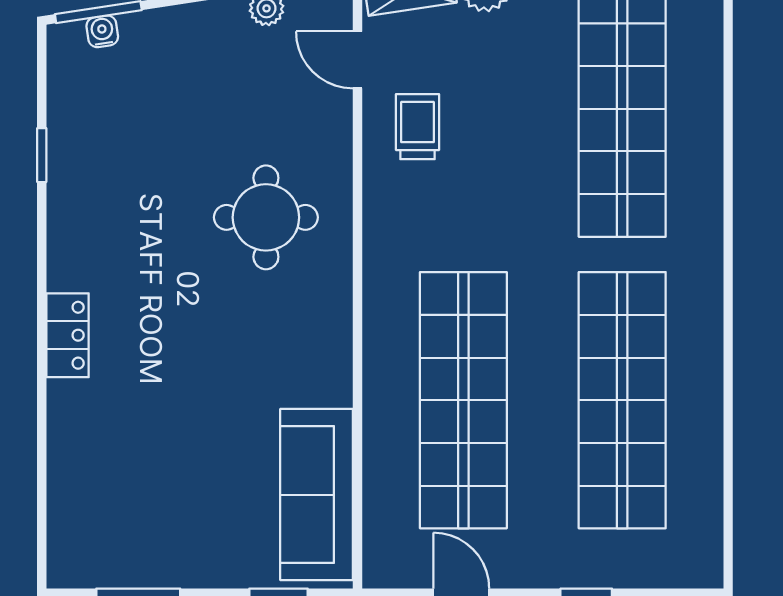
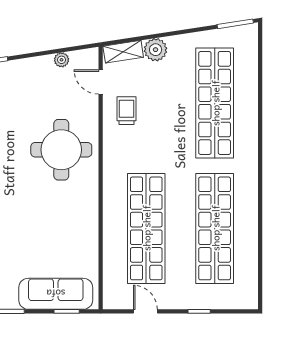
round table: (266, 217) -> (61, 150), width x1.36, depth x1.36
sofa: (317, 495) -> (56, 294), moved, turned 90

